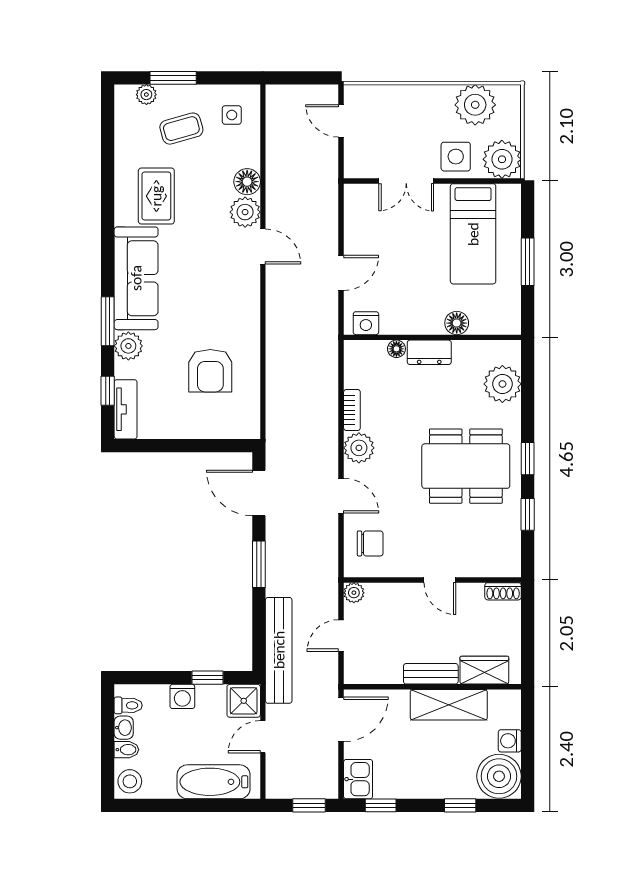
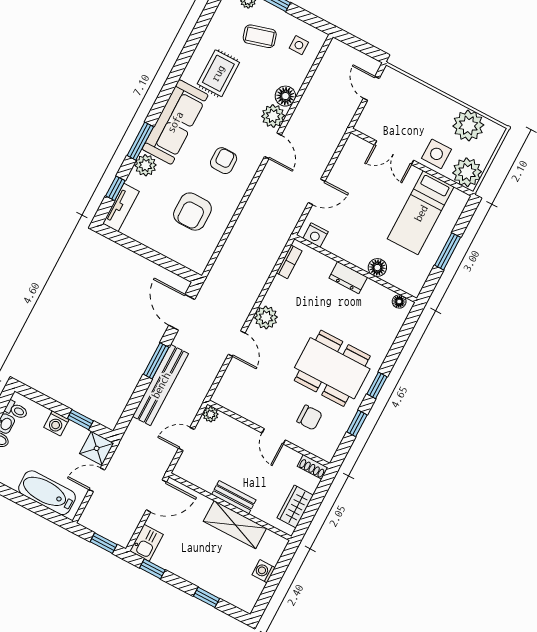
armchair: (215, 293) -> (224, 161), added
floor lamp: (396, 349) -> (399, 302), moved
plant: (502, 384) -> (387, 326), removed
bookcase: (352, 410) -> (289, 262), moved
chair: (370, 543) -> (310, 418), moved
bench: (279, 650) -> (161, 385), moved
wardrobe: (484, 670) -> (295, 507), moved, turned -90
boiler: (499, 776) -> (243, 591), removed

